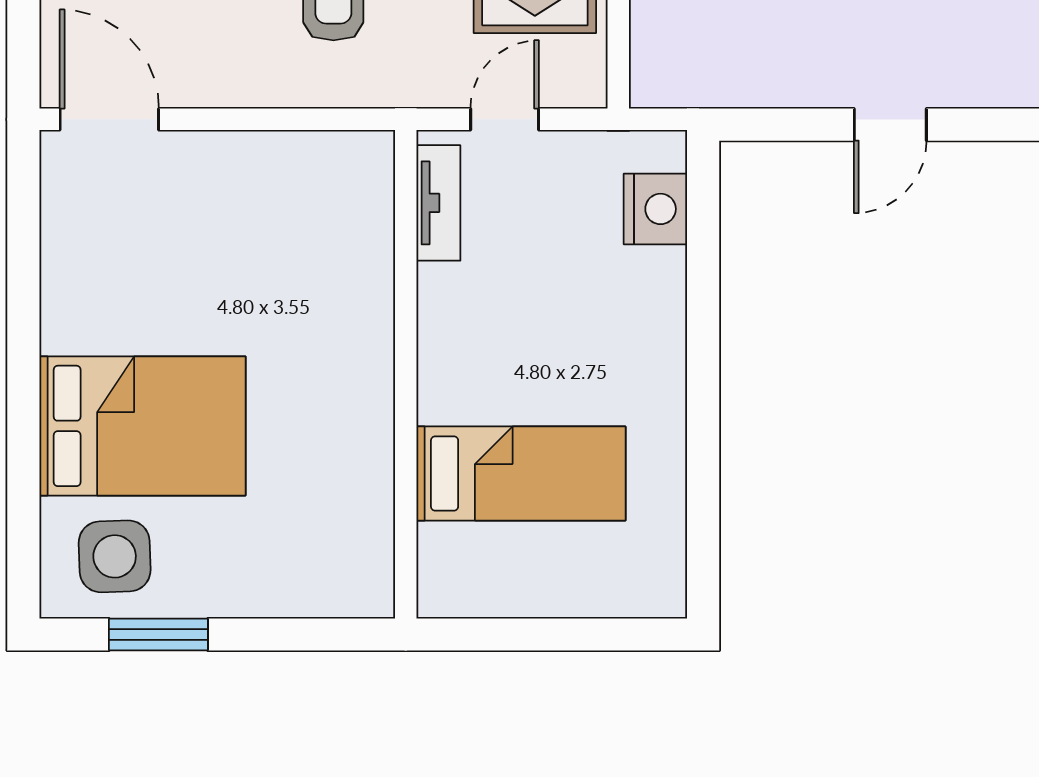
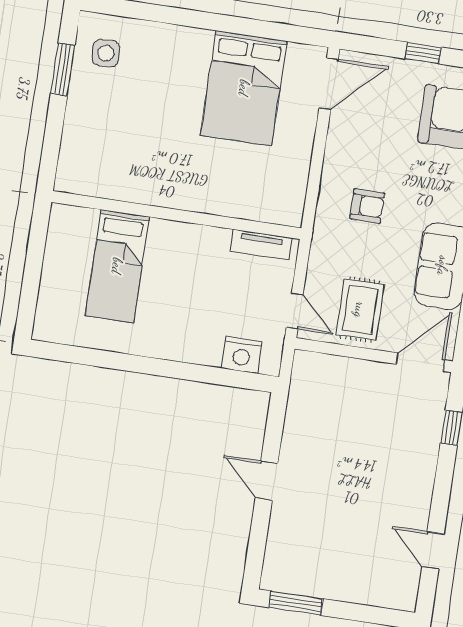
door: (505, 119) -> (295, 311), moved
bed: (142, 426) -> (244, 88), moved
side table: (115, 556) -> (106, 53), width x0.73, depth x0.73

